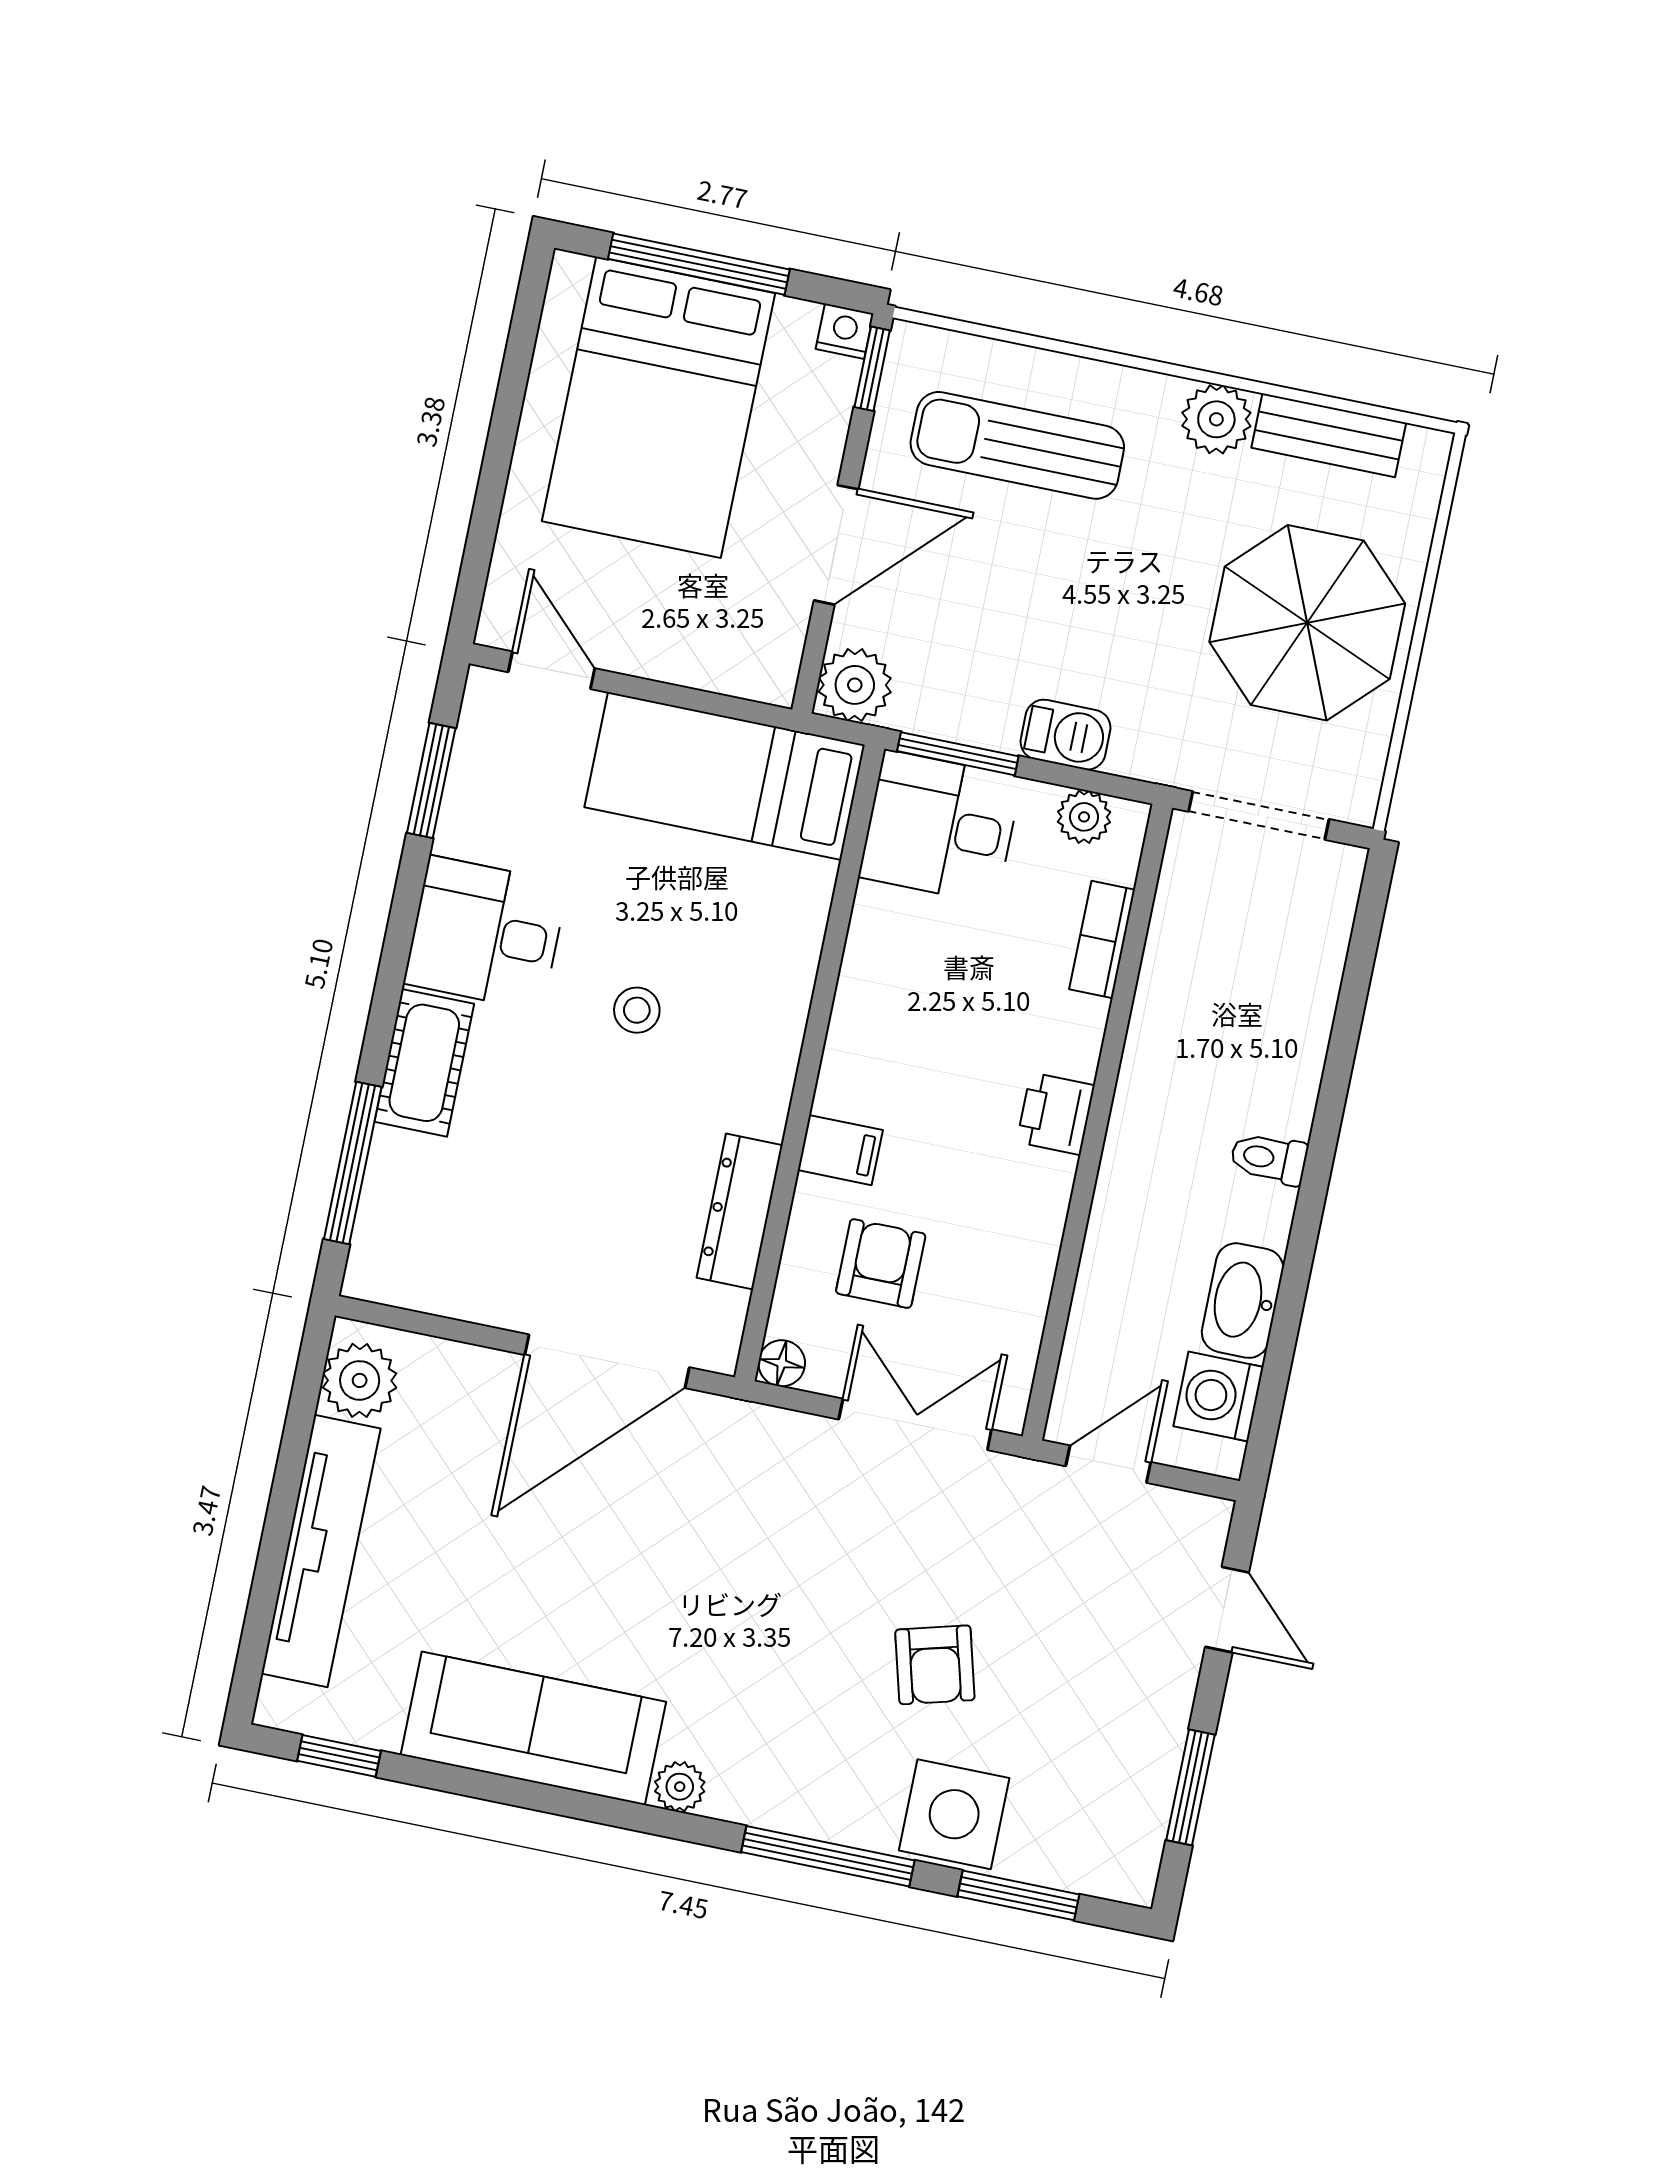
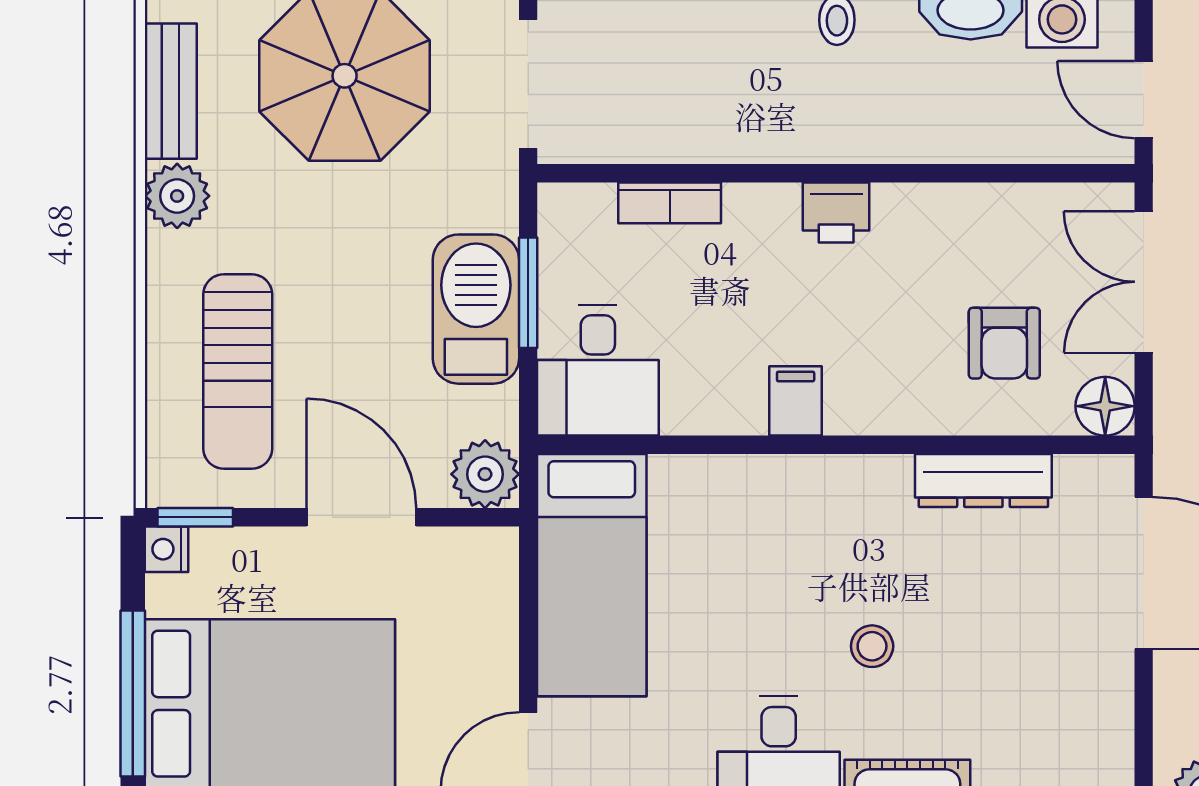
barbecue: (1066, 735) -> (476, 309), width x1.88, depth x1.53
window: (958, 754) -> (528, 293), moved
plant: (1084, 817) -> (562, 242), removed
stool: (637, 1010) -> (872, 646), moved
filing cabinet: (840, 1150) -> (796, 401), moved
armchair: (881, 1264) -> (1004, 343), turned -90
floor lamp: (782, 1363) -> (1105, 406), width x1.37, depth x1.37

